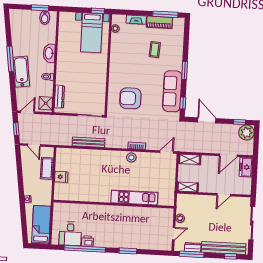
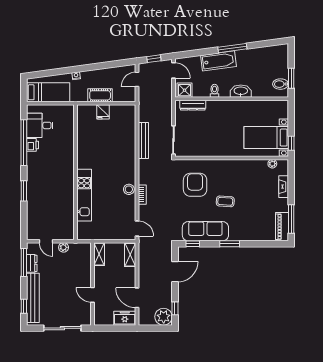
piano: (159, 22) -> (282, 227), moved
coffee table: (155, 50) -> (225, 201), moved
cot: (47, 168) -> (100, 95), moved

